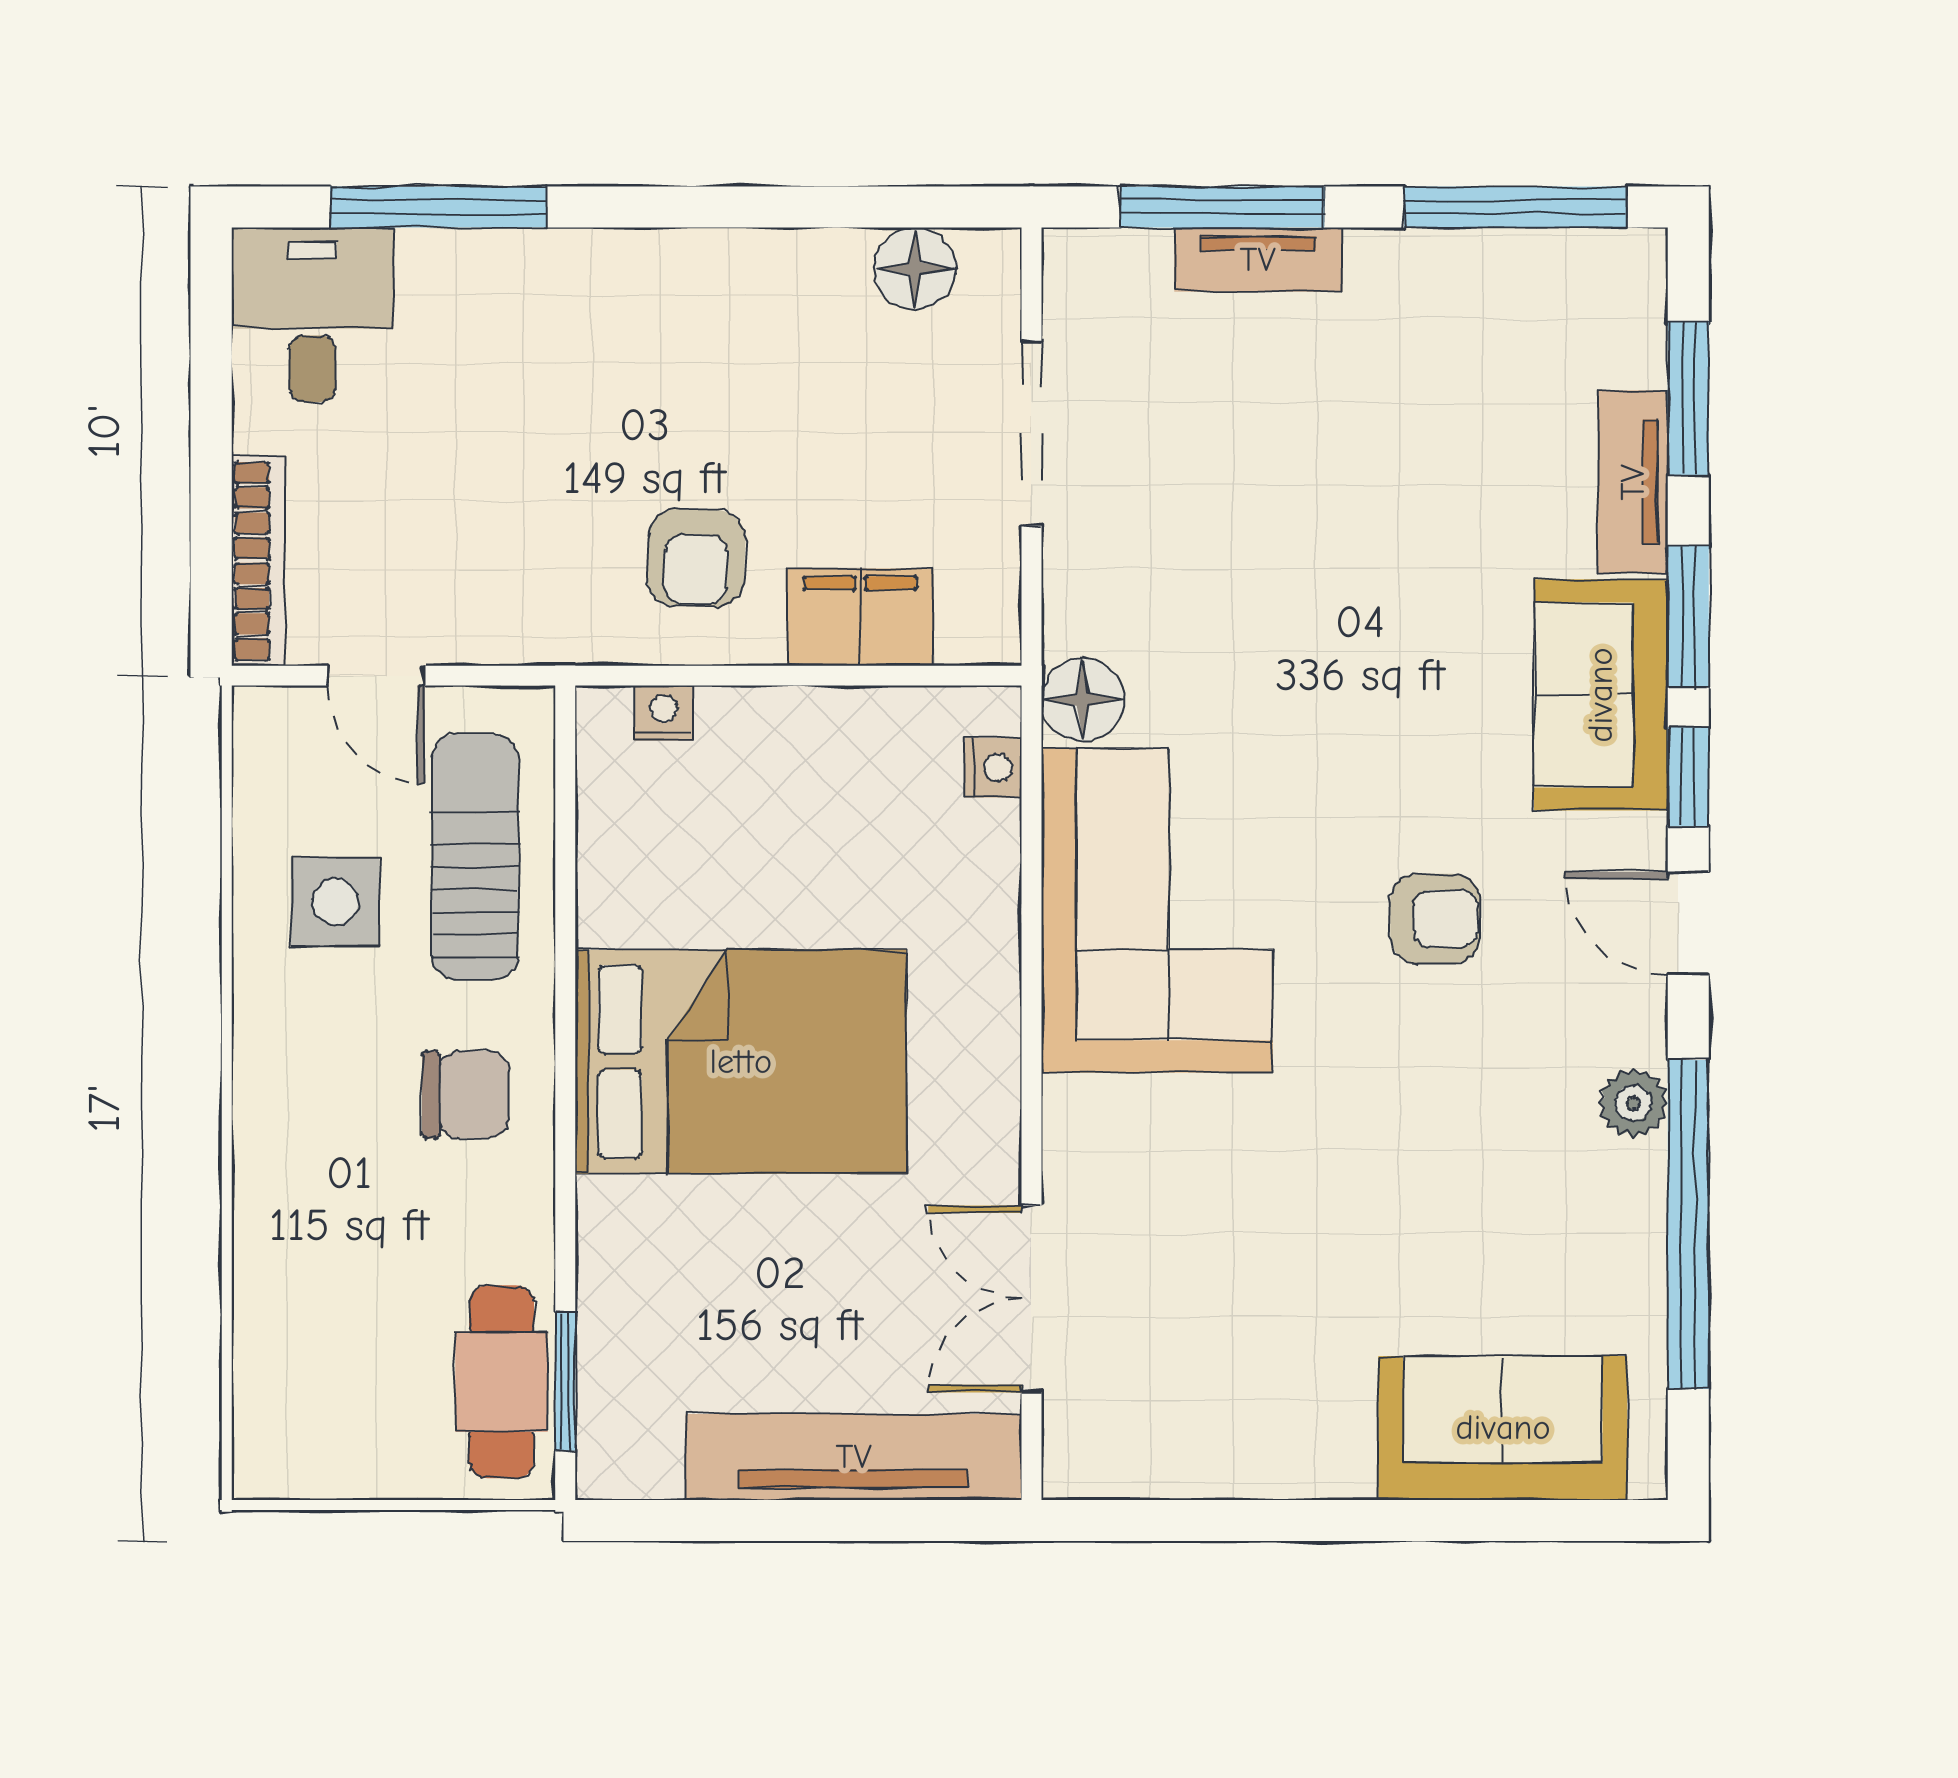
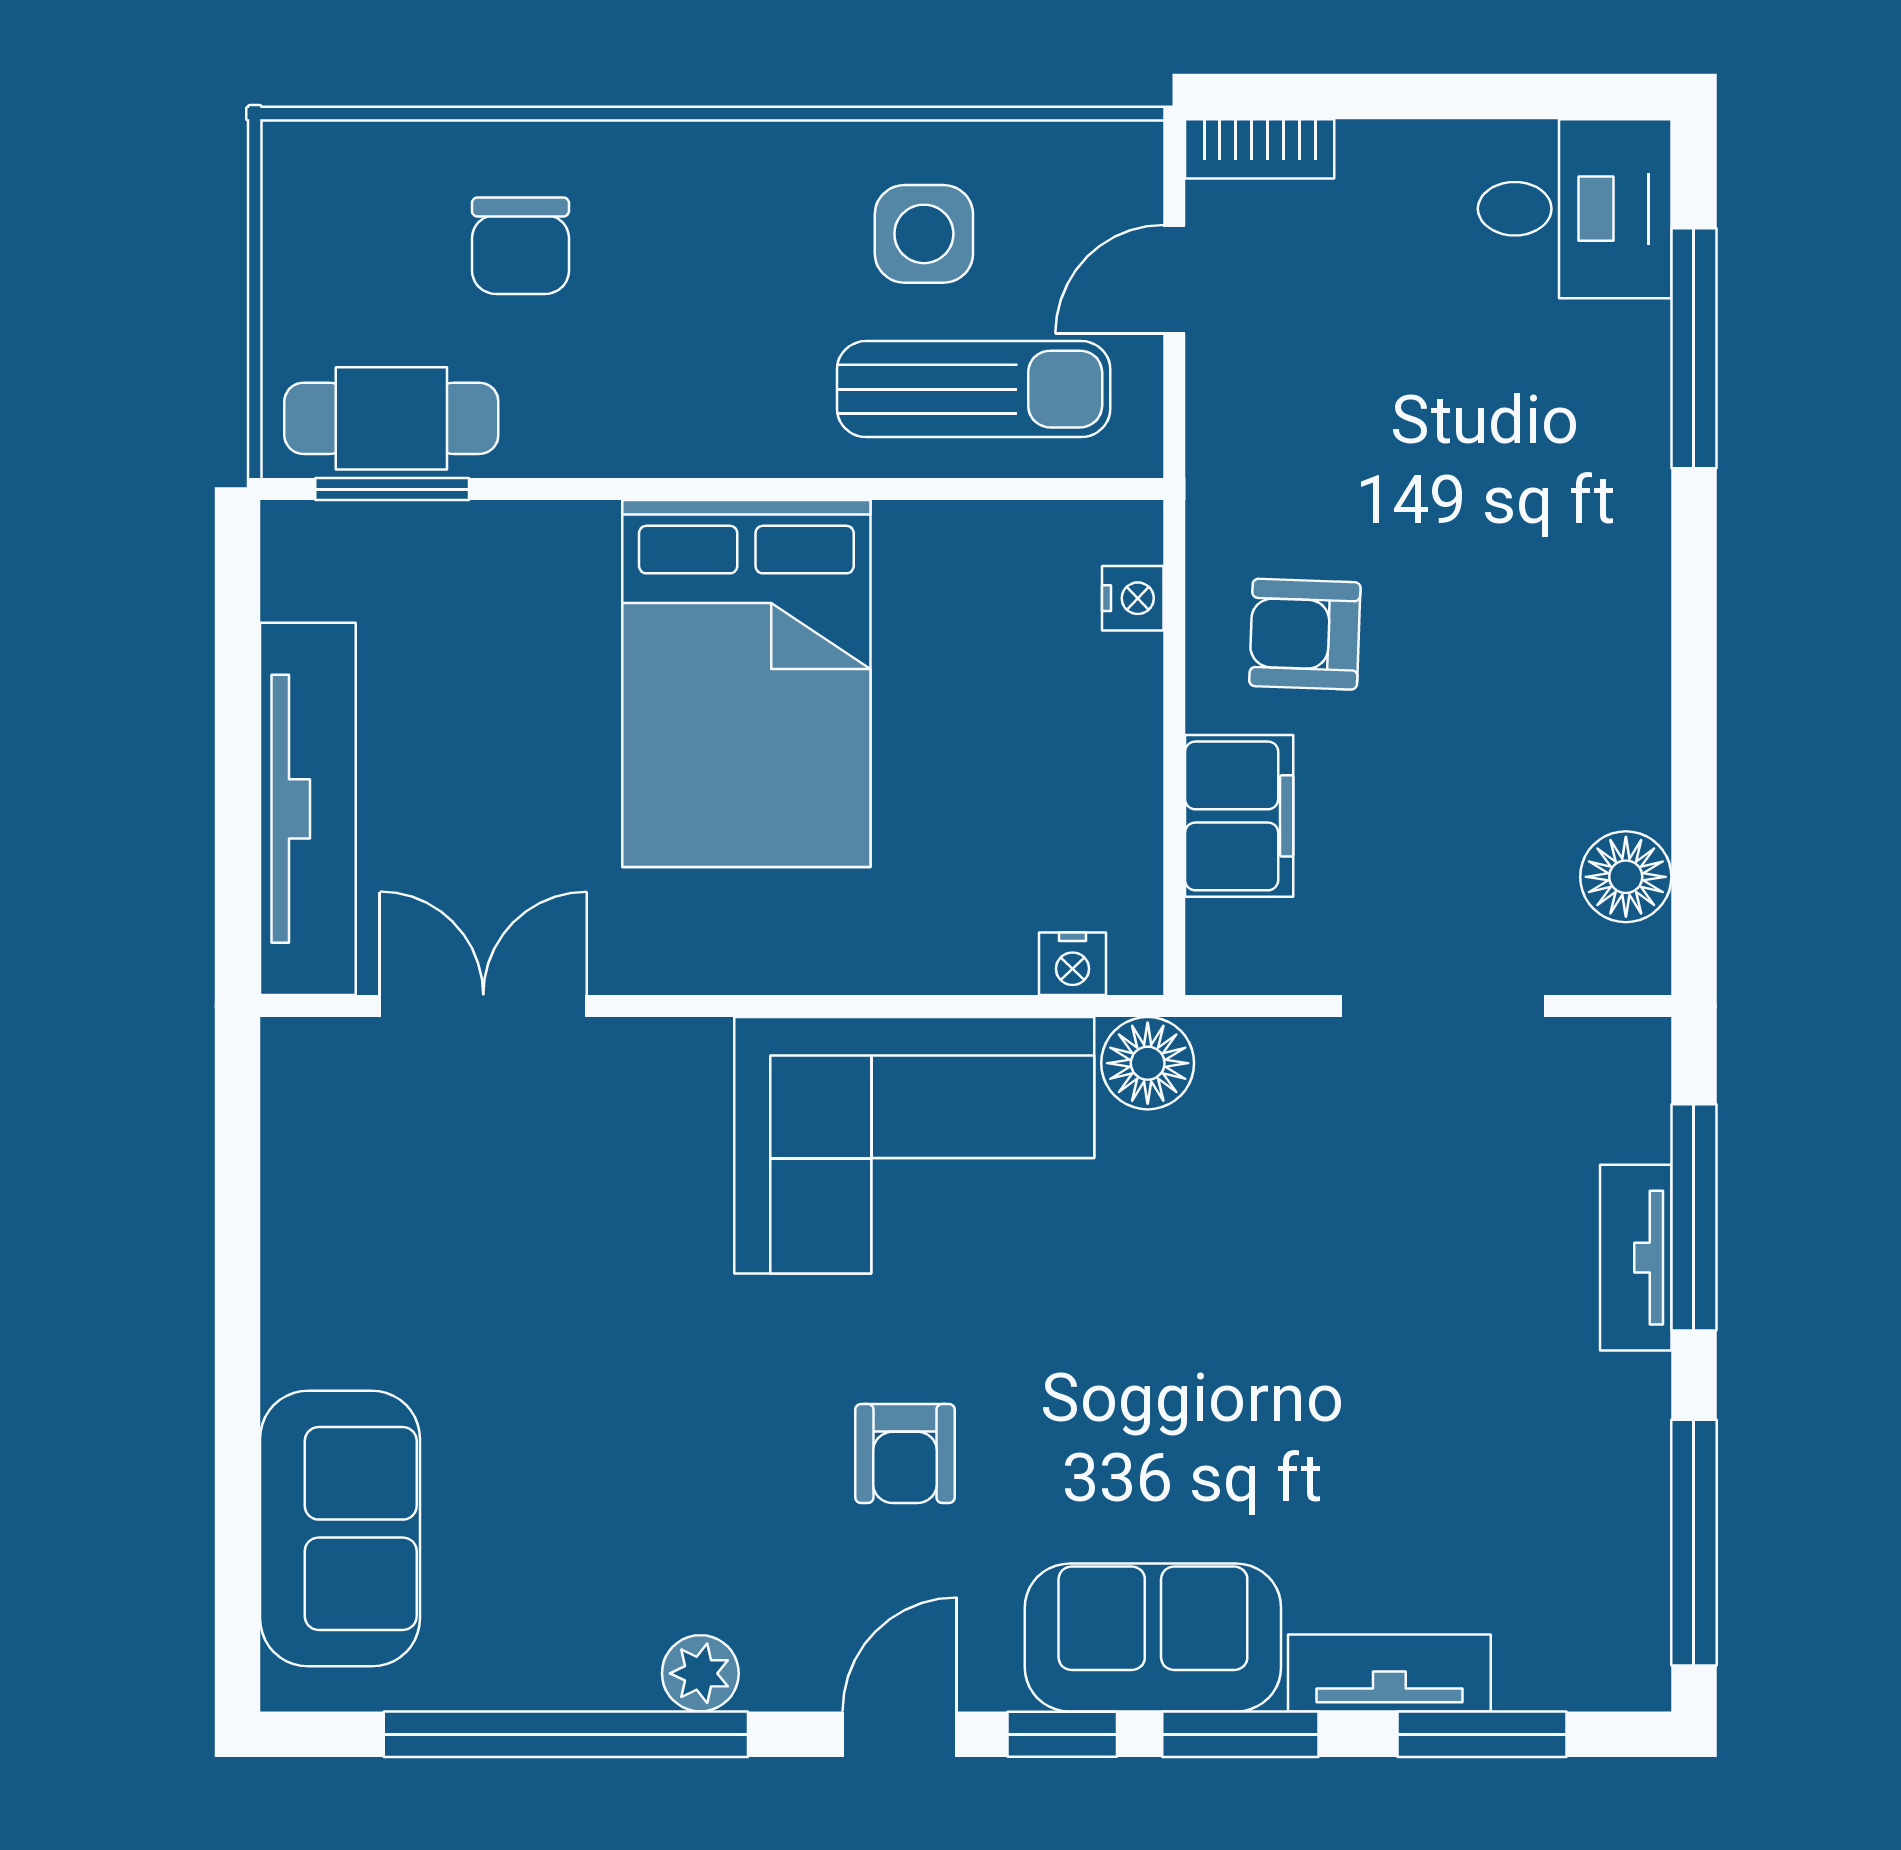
bookcase: (258, 561) -> (1260, 149), width x0.64
chair: (466, 1095) -> (520, 246), moved

